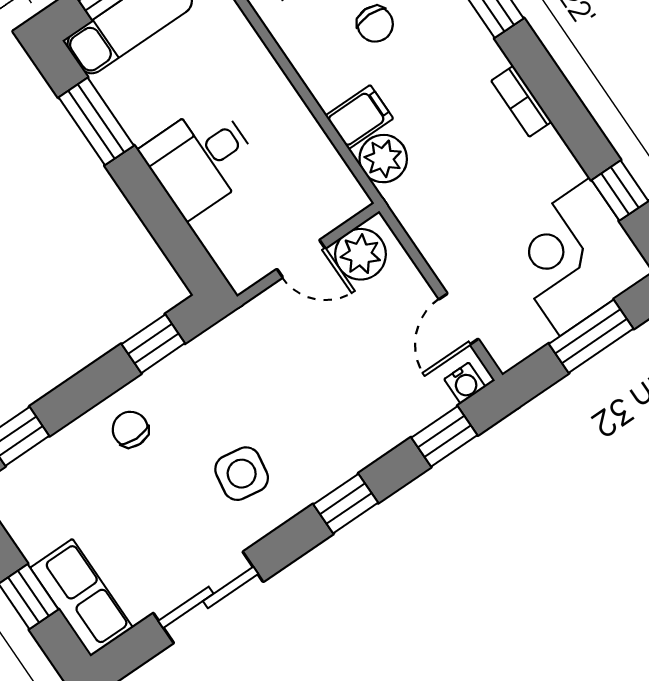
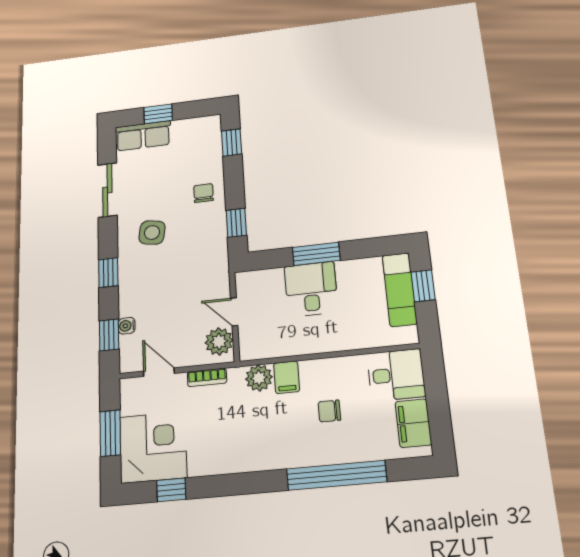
bookcase: (521, 101) -> (207, 377), moved, turned 180
window: (96, 121) -> (316, 254), moved
door: (301, 259) -> (234, 312), hinge flipped
water cooler: (465, 383) -> (127, 326), moved
chair: (130, 429) -> (204, 193), turned -90

